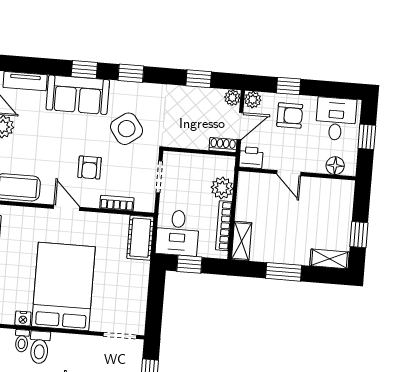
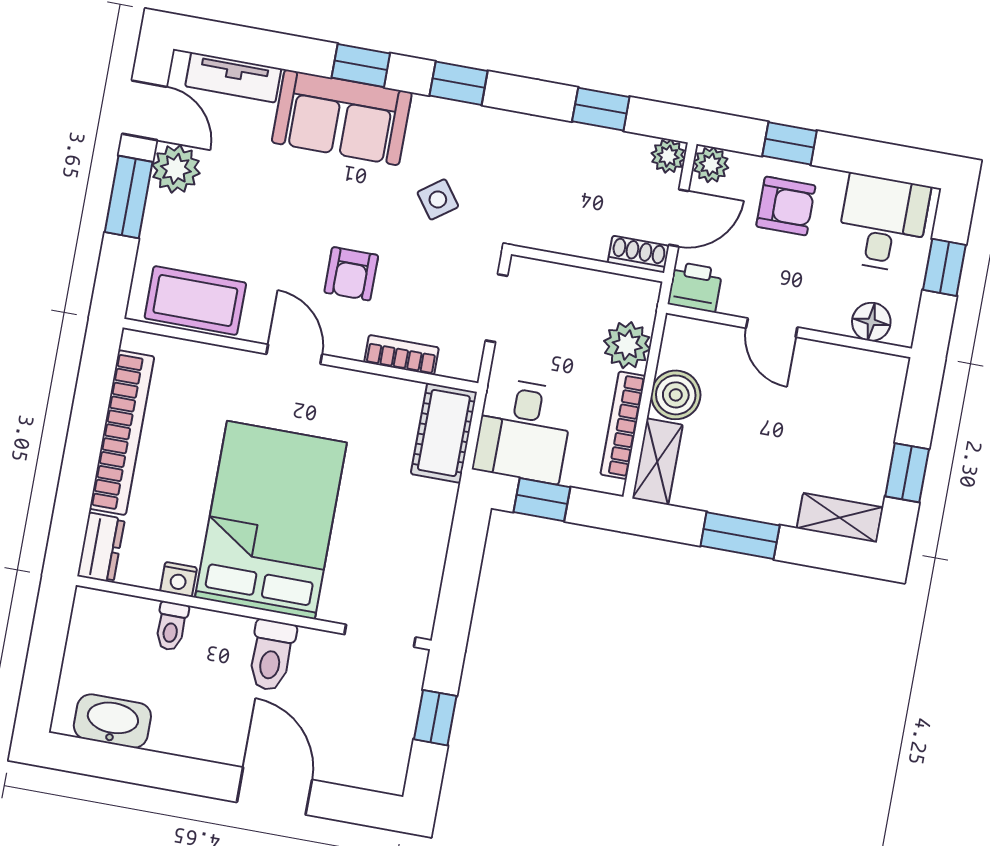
side table: (127, 129) -> (438, 199), width x0.54, depth x0.54
boiler: (247, 209) -> (676, 395), added
toilet: (40, 347) -> (271, 655), moved

